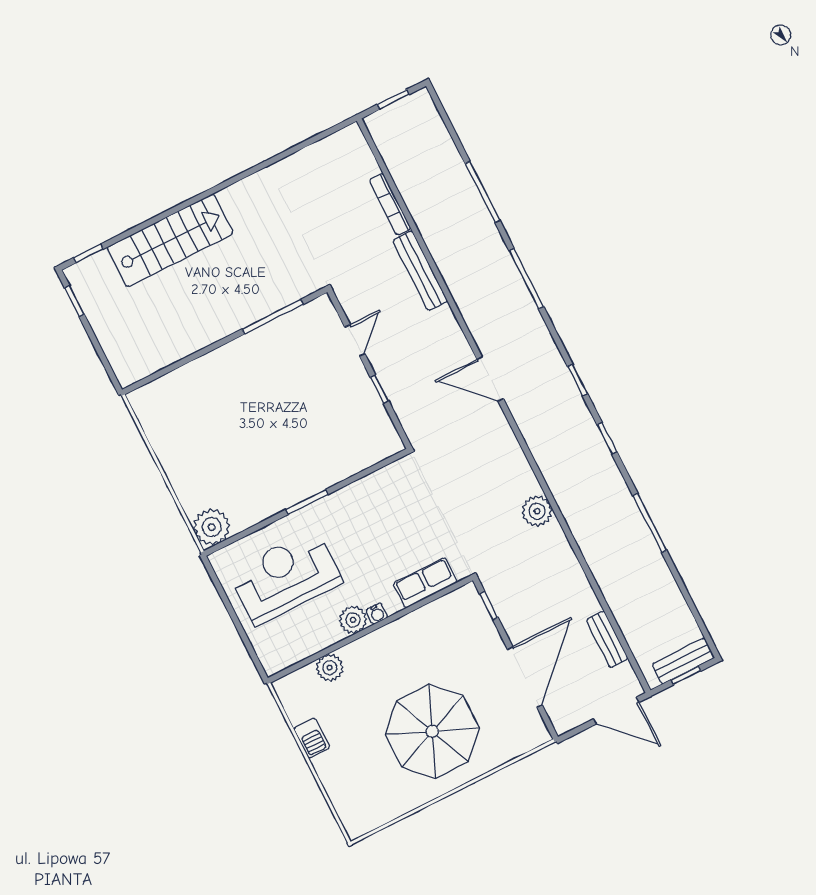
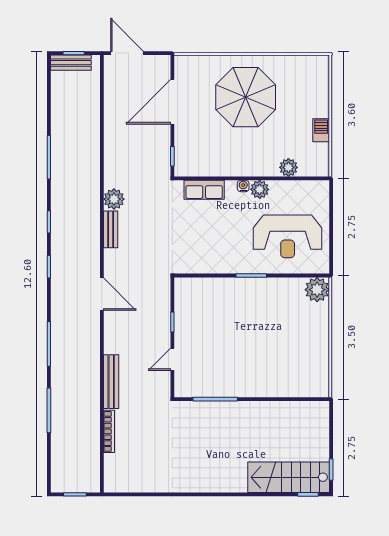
stairs: (170, 240) -> (289, 477), moved
bench: (607, 639) -> (111, 229), moved

